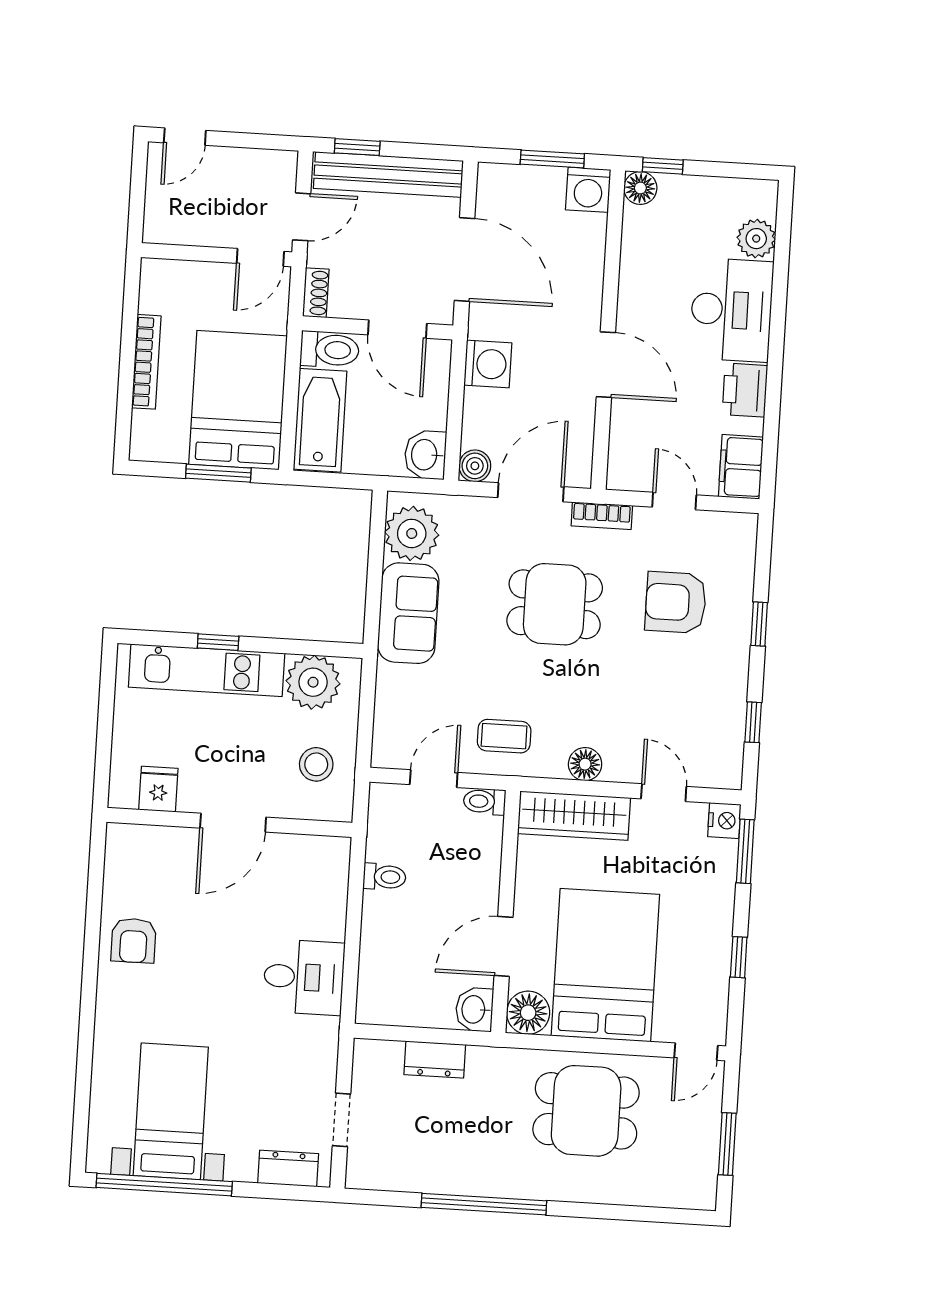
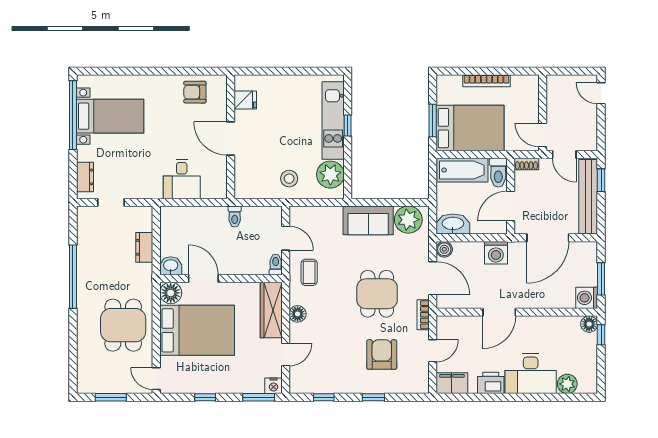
washbasin: (425, 455) -> (453, 224), width x1.38
fridge: (158, 789) -> (245, 100), moved
wall: (229, 822) -> (231, 137), moved
door: (233, 823) -> (231, 139), moved

